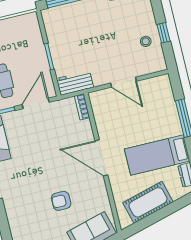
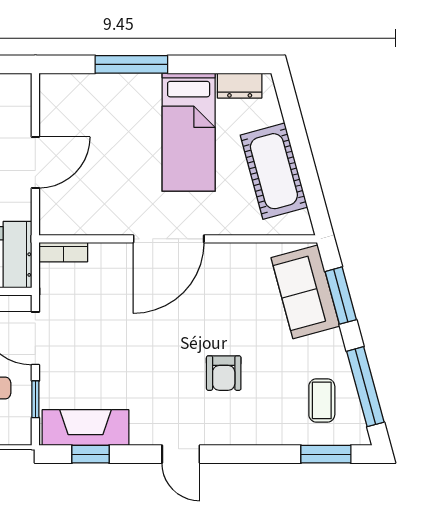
armchair: (61, 201) -> (224, 373), moved

